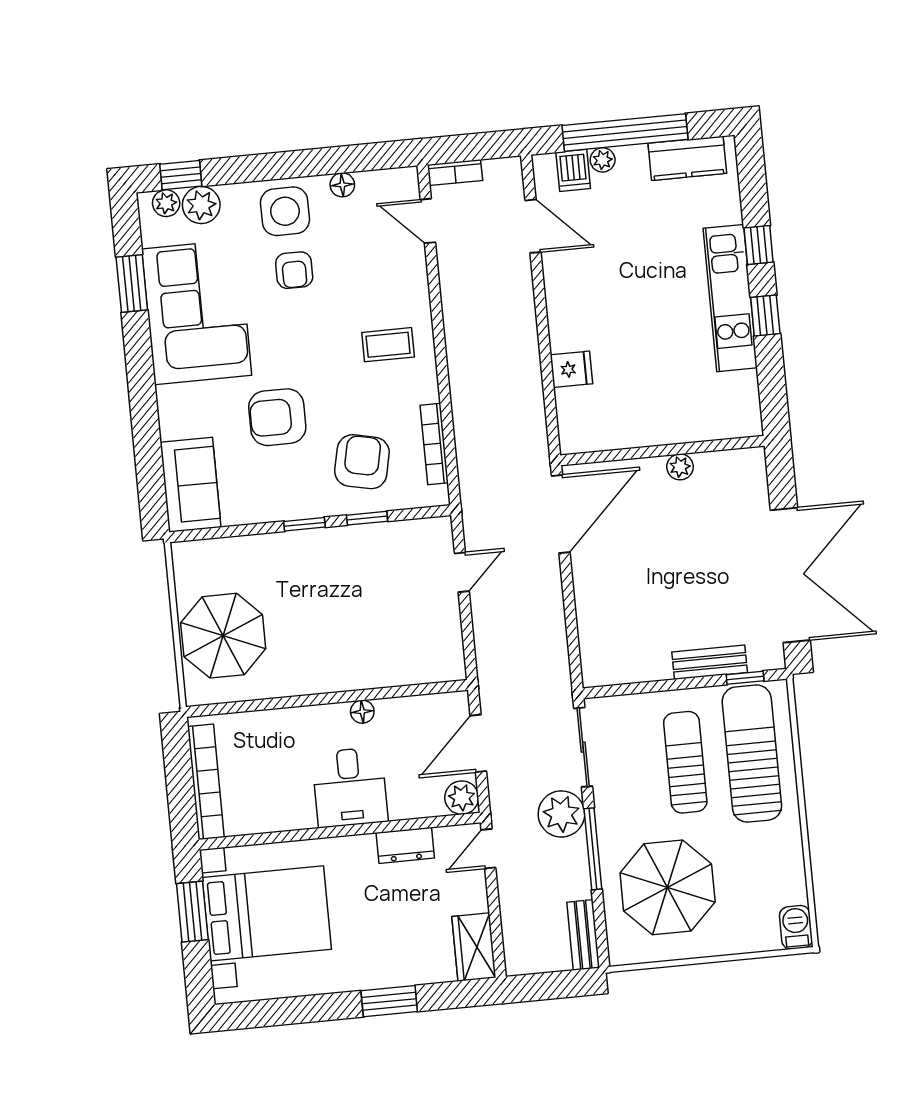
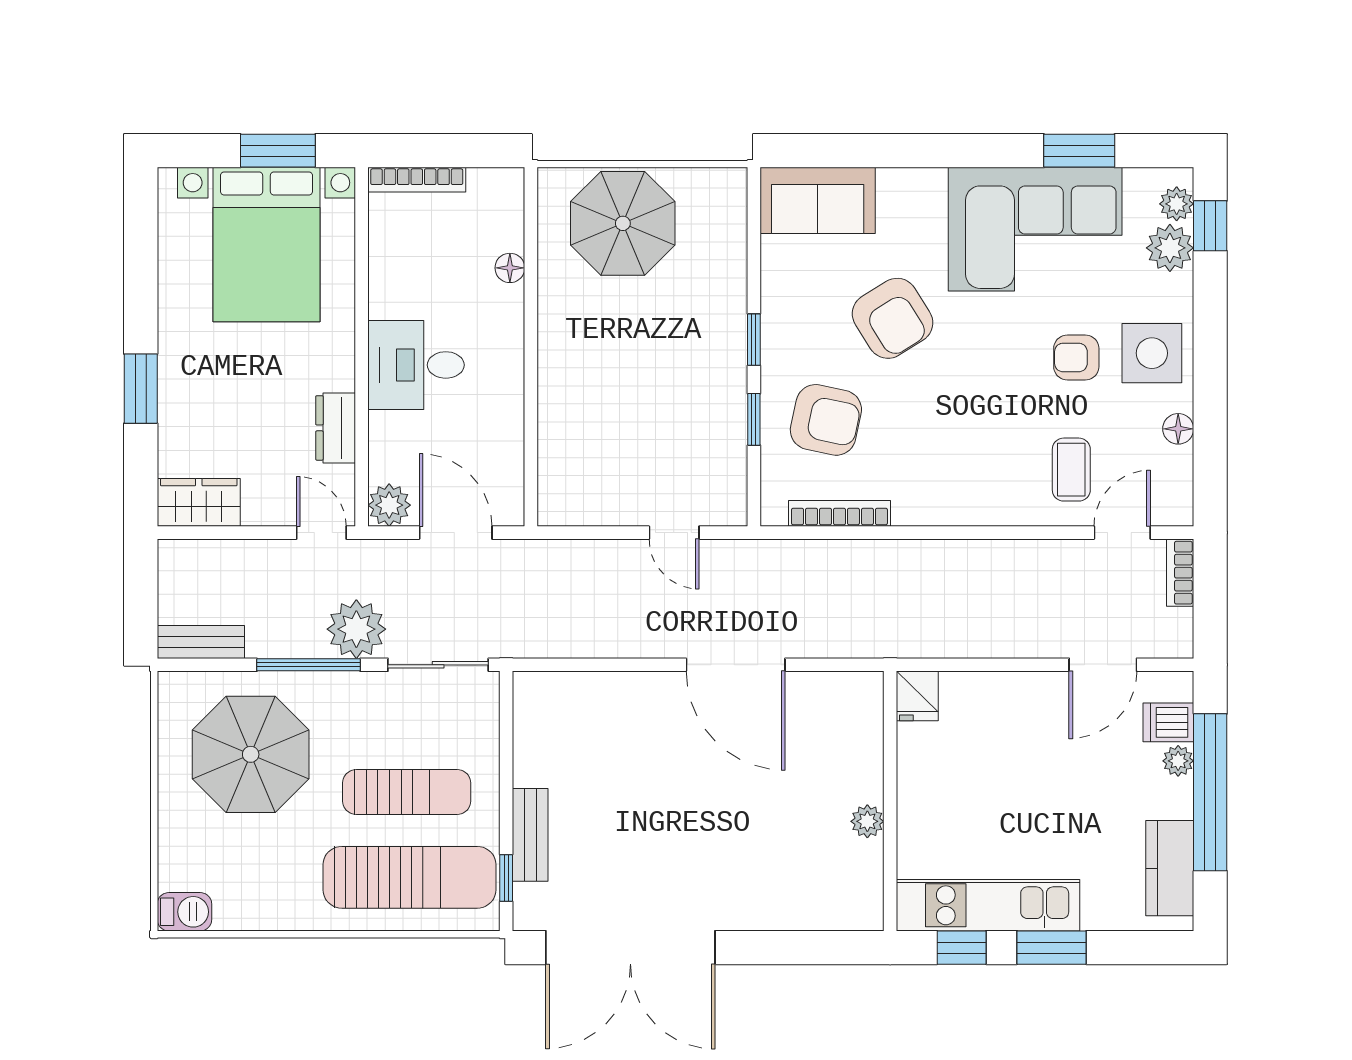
window: (759, 245) -> (1052, 948), width x1.50
coffee table: (388, 345) -> (1071, 470), moved
armchair: (277, 417) -> (893, 318), turned 148
wall: (662, 451) -> (890, 801), moved
plant: (680, 467) -> (867, 821), moved
floor lamp: (362, 712) -> (510, 268), moved
bookcase: (206, 782) -> (417, 180), width x0.68, depth x0.76

